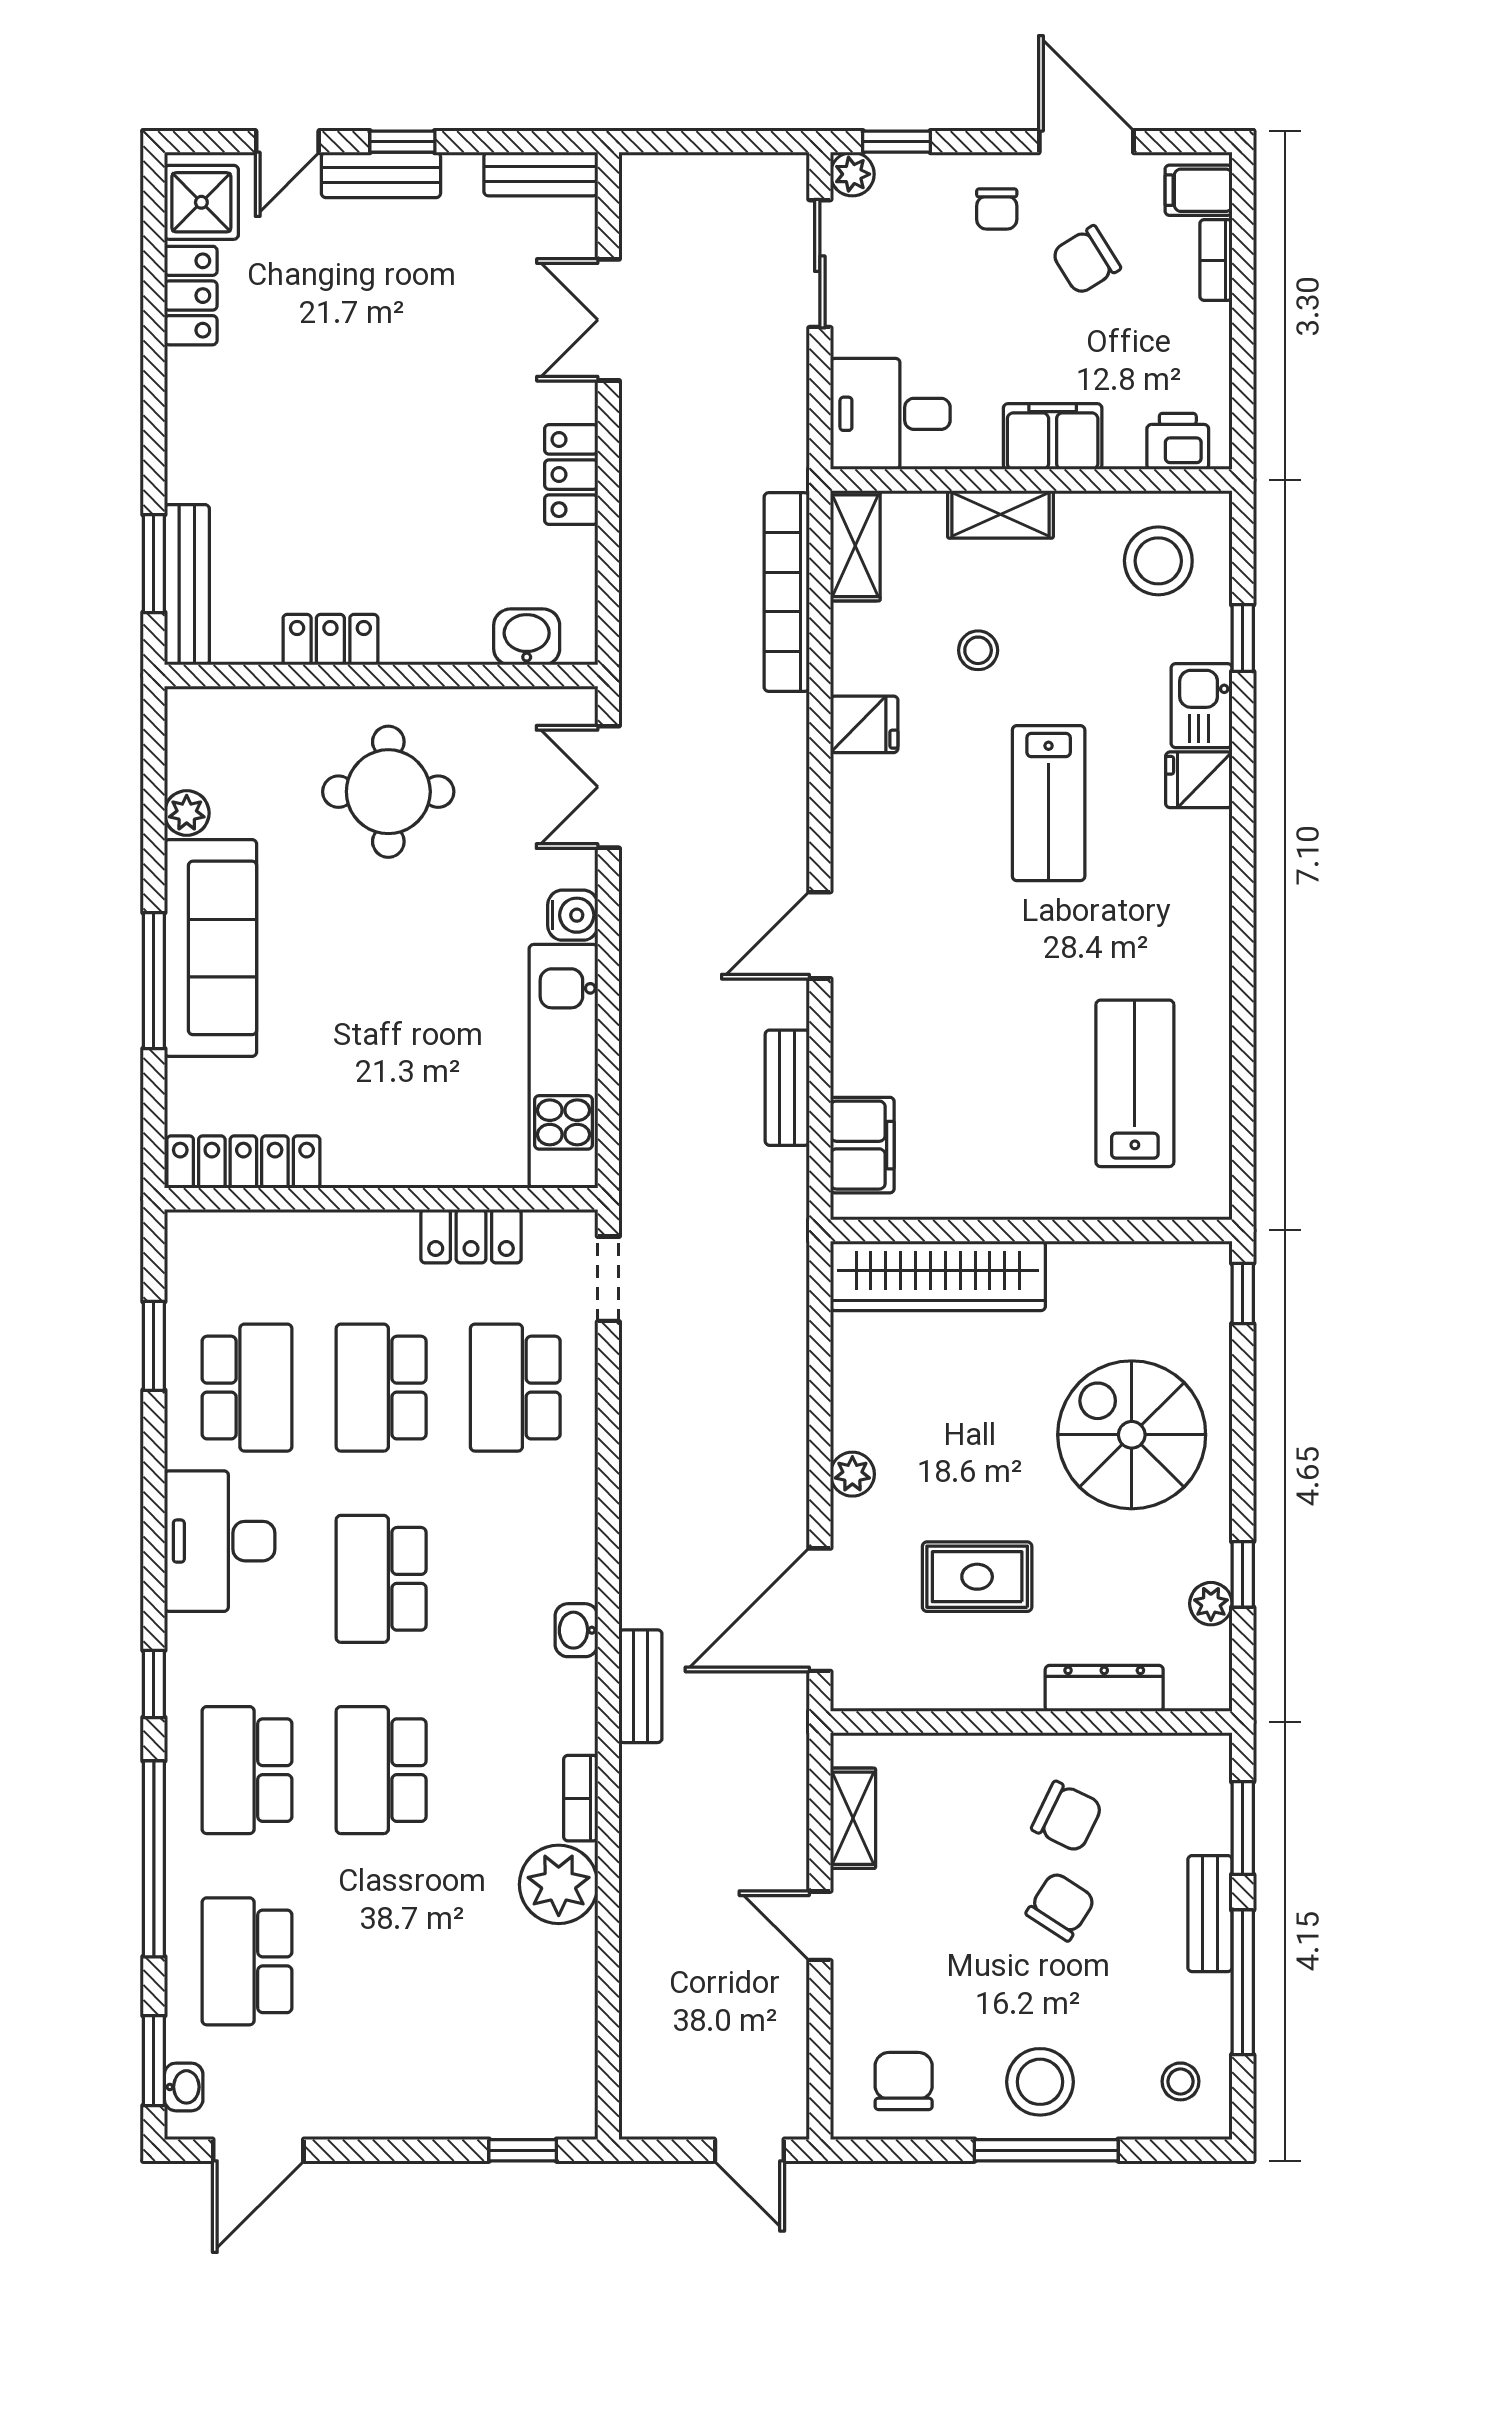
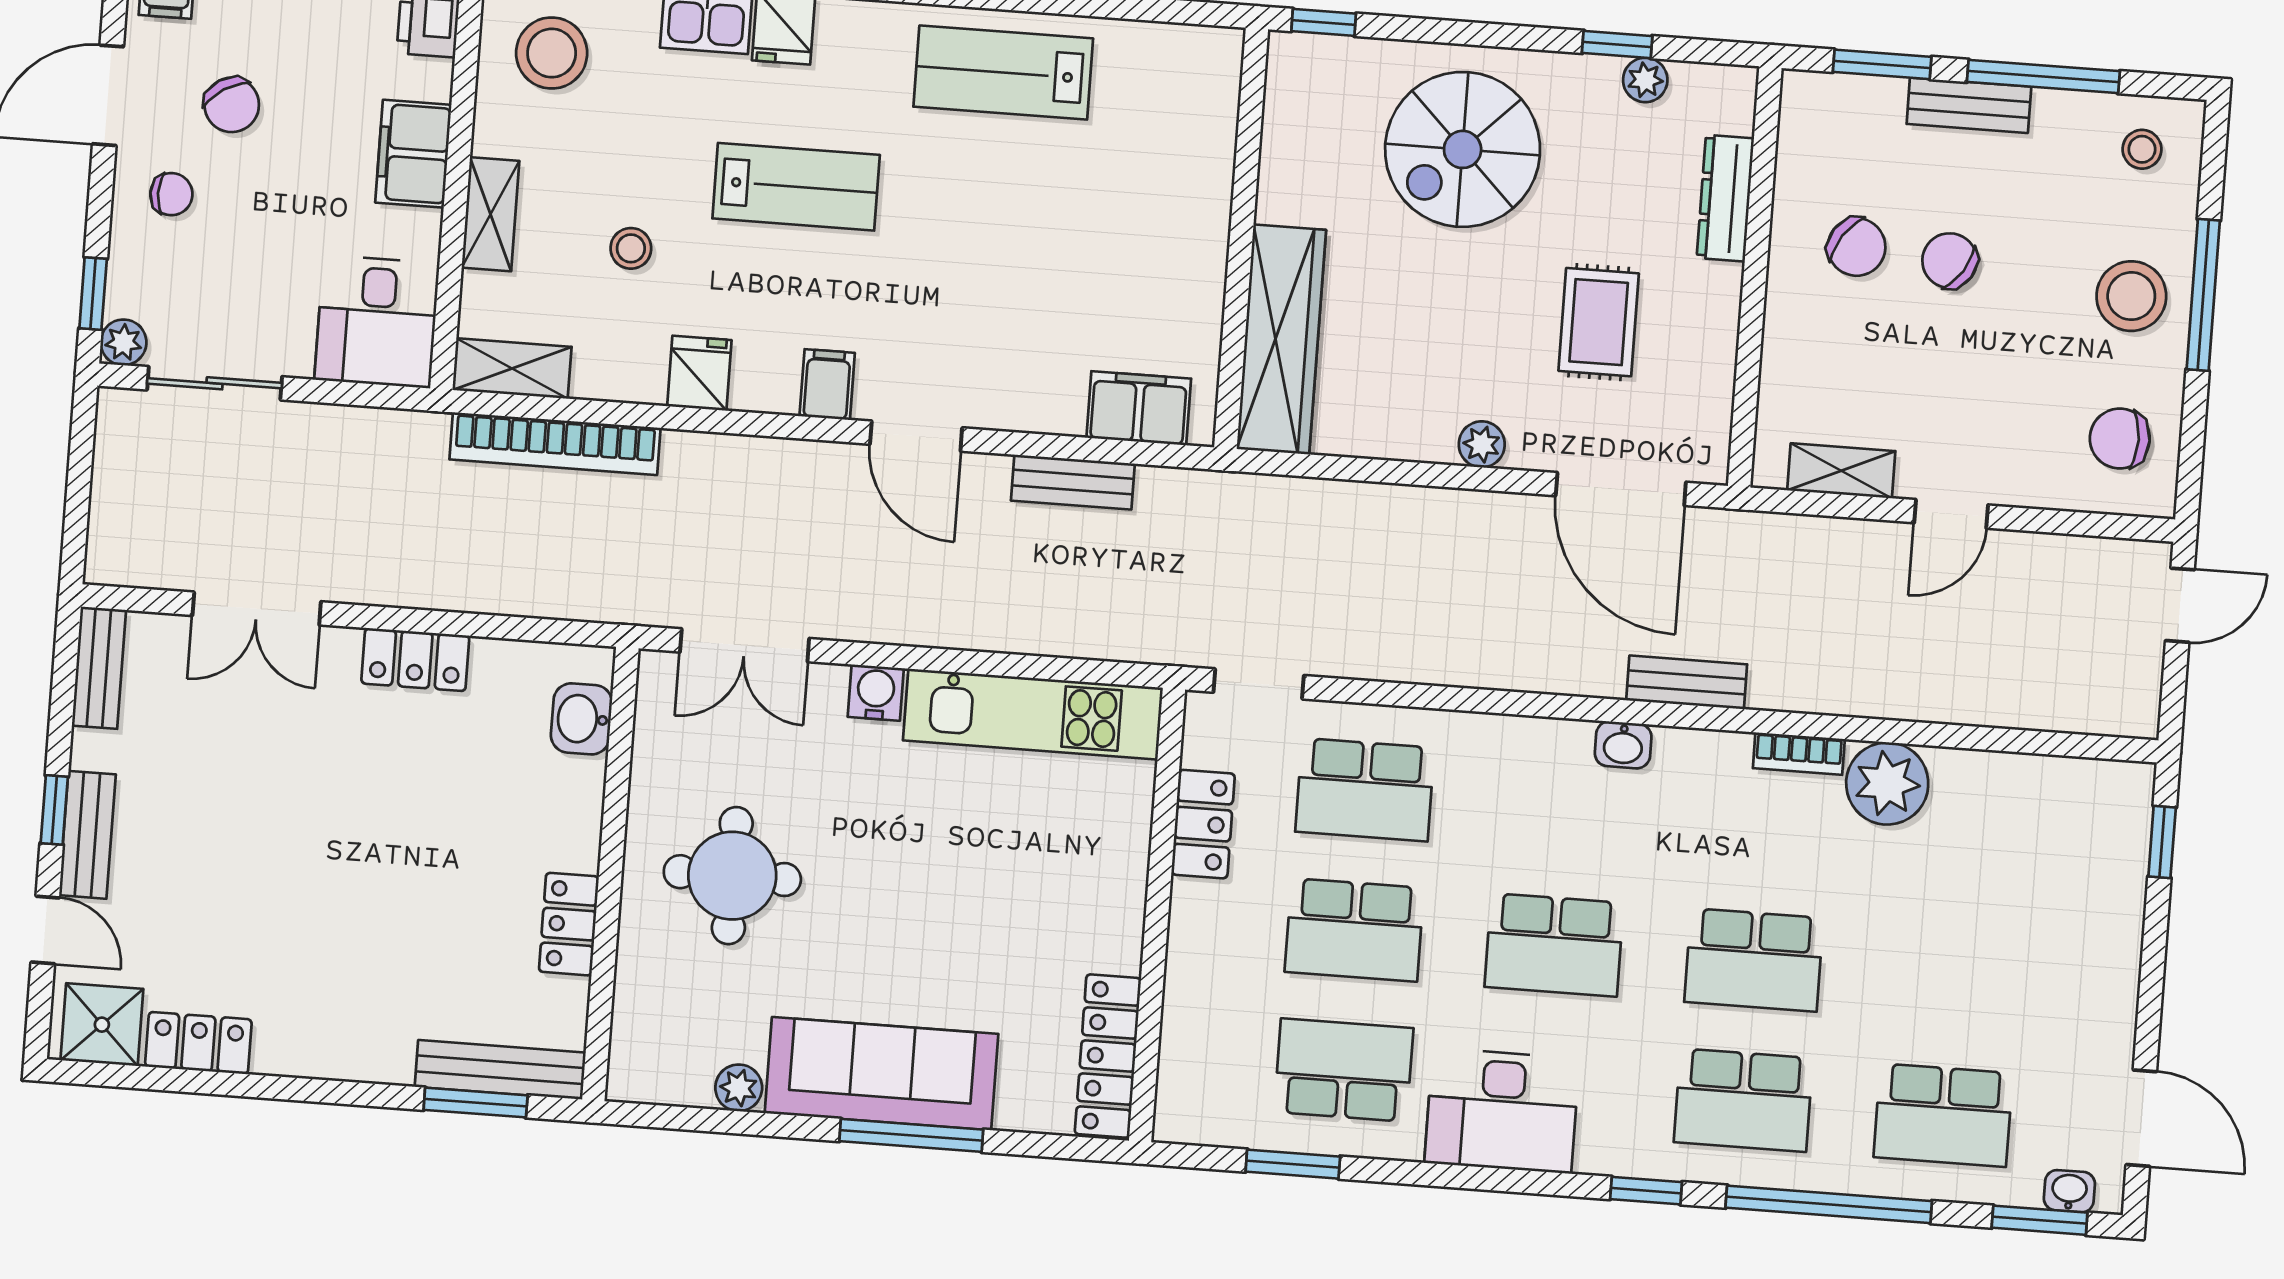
filing cabinet: (863, 847) -> (827, 384), added
lab bench: (1135, 1083) -> (1003, 73), moved
chair: (1067, 1817) -> (1857, 247), turned 98

